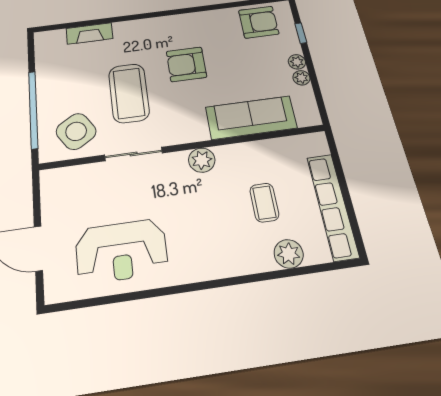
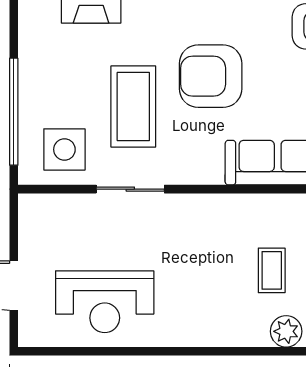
armchair: (186, 64) -> (211, 76), width x1.36, depth x1.36
side table: (76, 131) -> (64, 149), turned 33
plant: (202, 160) -> (209, 209), removed

